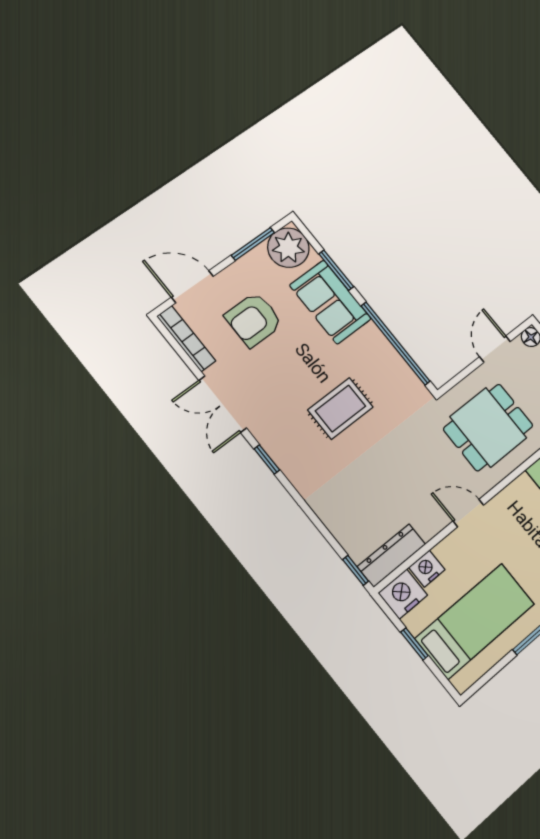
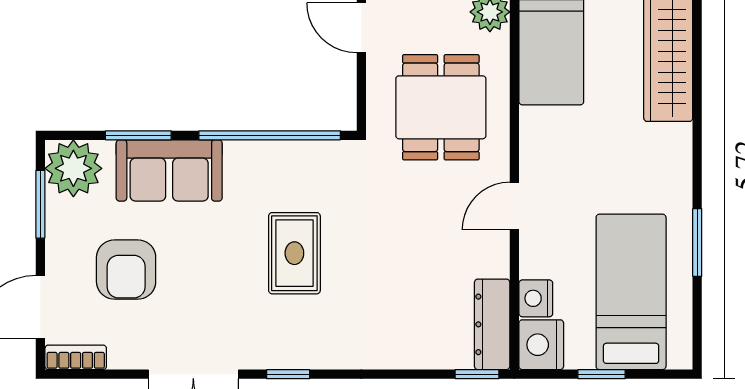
bookcase: (186, 339) -> (76, 357), width x0.64

